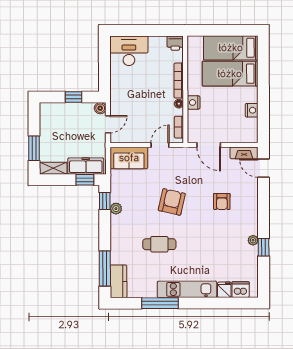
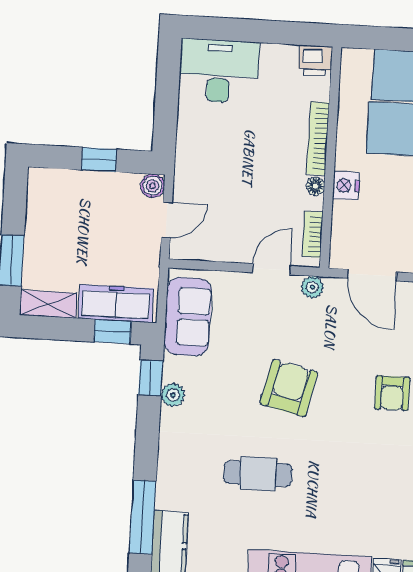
plant: (180, 153) -> (312, 287), added
sofa: (129, 158) -> (188, 317), moved, turned -90

